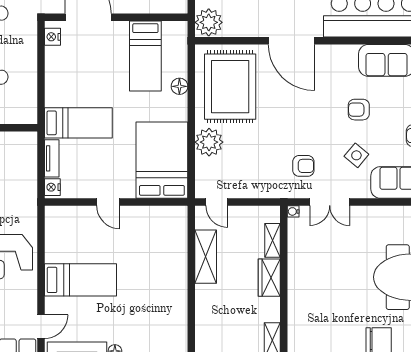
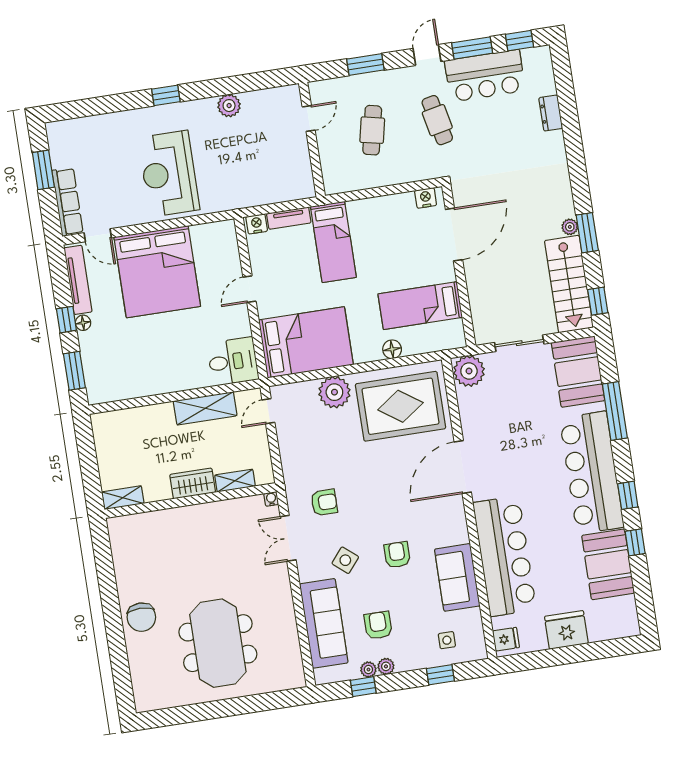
armchair: (303, 166) -> (324, 502), turned -90
desk: (169, 226) -> (233, 361), added
bed: (80, 280) -> (157, 272), width x2.04

